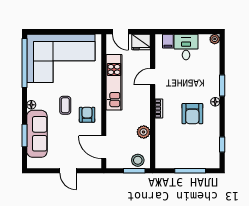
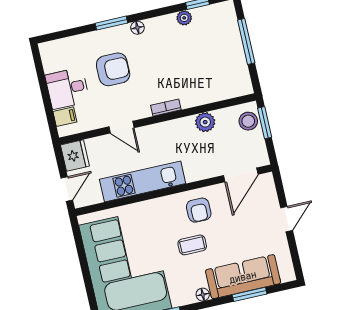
plant: (215, 39) -> (184, 18), moved
armchair: (192, 114) -> (113, 69), moved
armchair: (87, 115) -> (199, 210), turned -90

